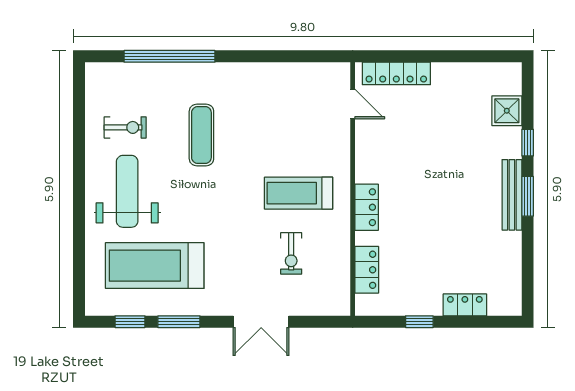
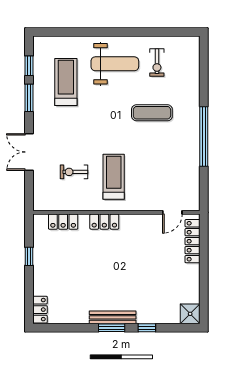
window: (169, 56) -> (204, 136), moved
shower: (507, 111) -> (190, 314), moved
treadmill: (155, 266) -> (66, 82), width x0.73, depth x0.73
locker: (465, 305) -> (40, 310), moved

